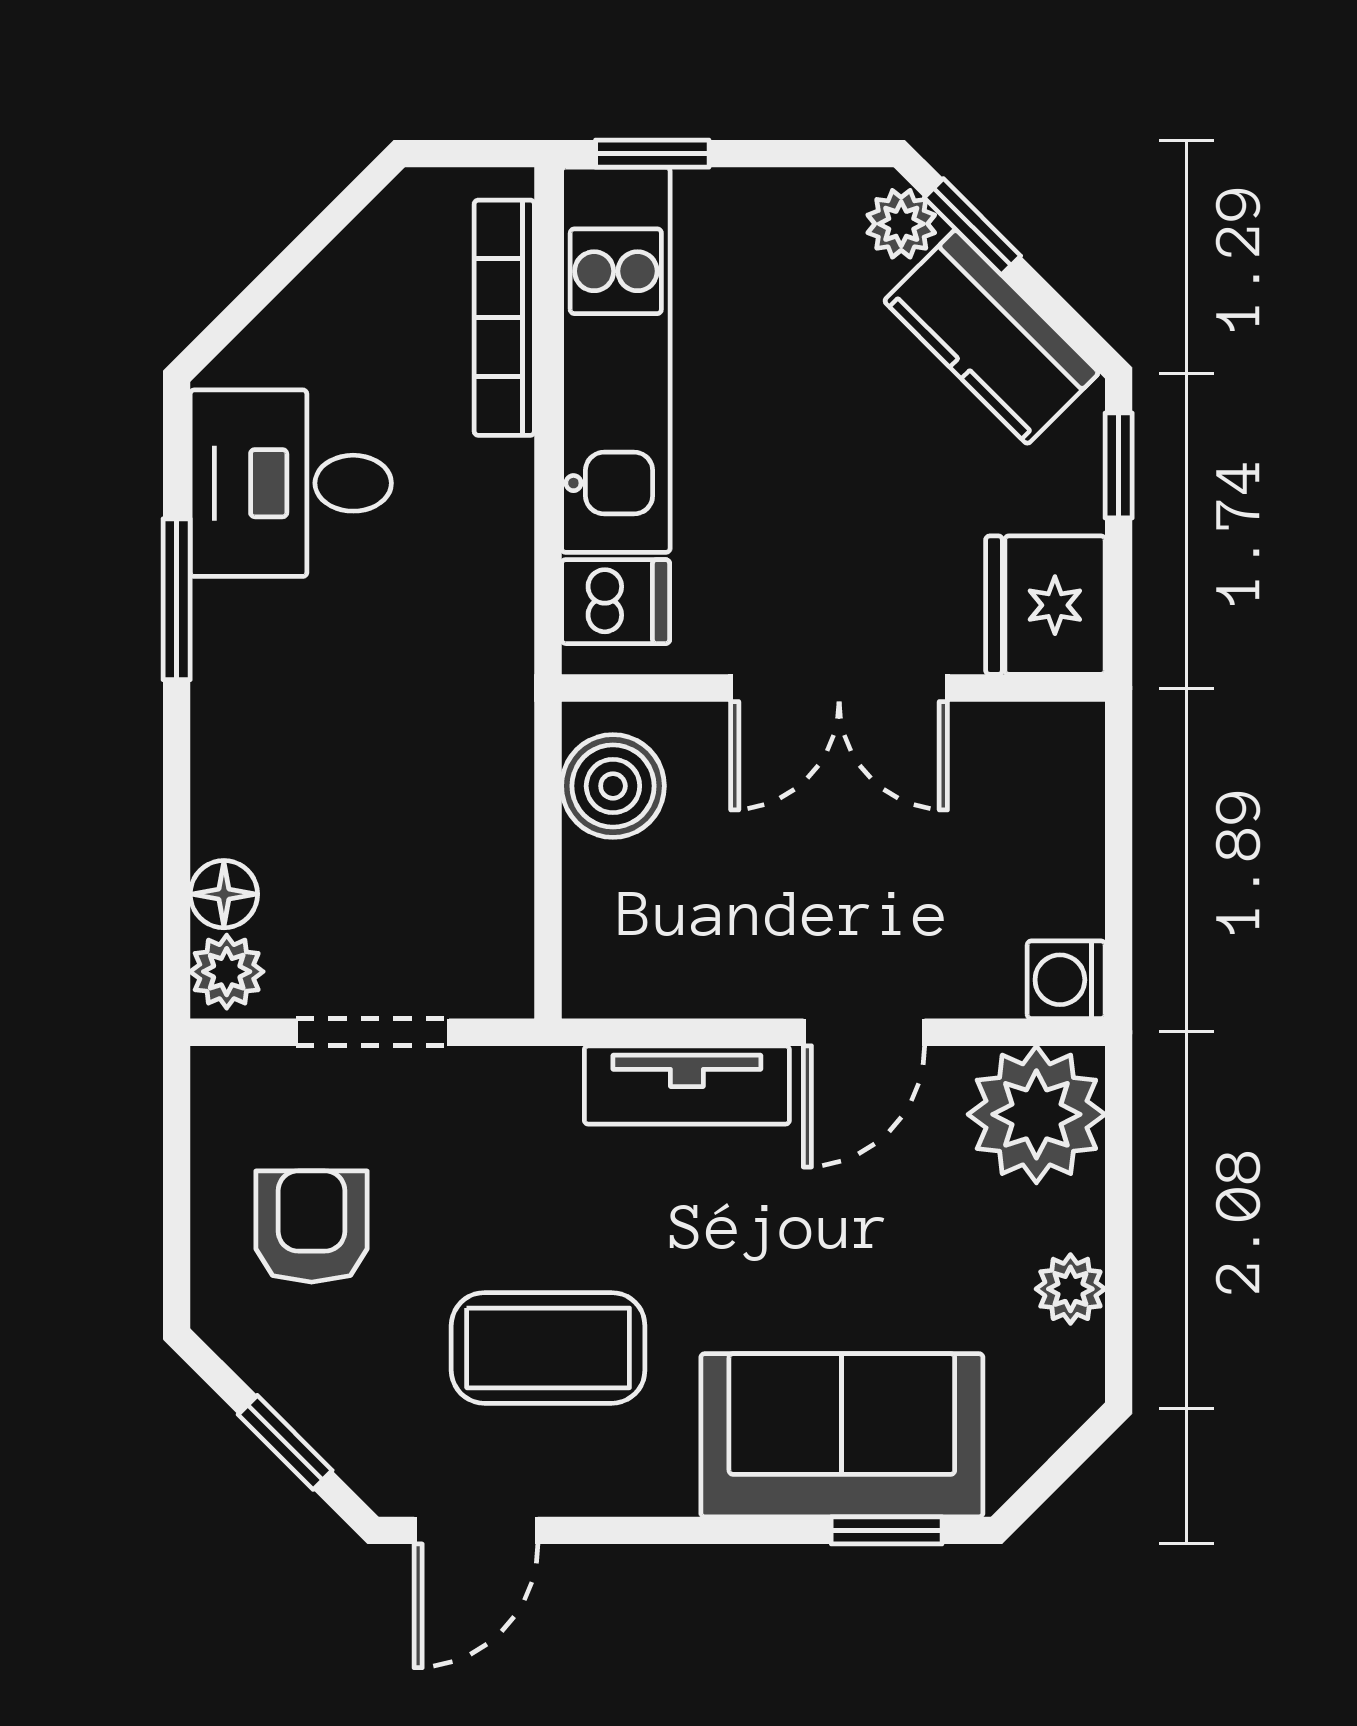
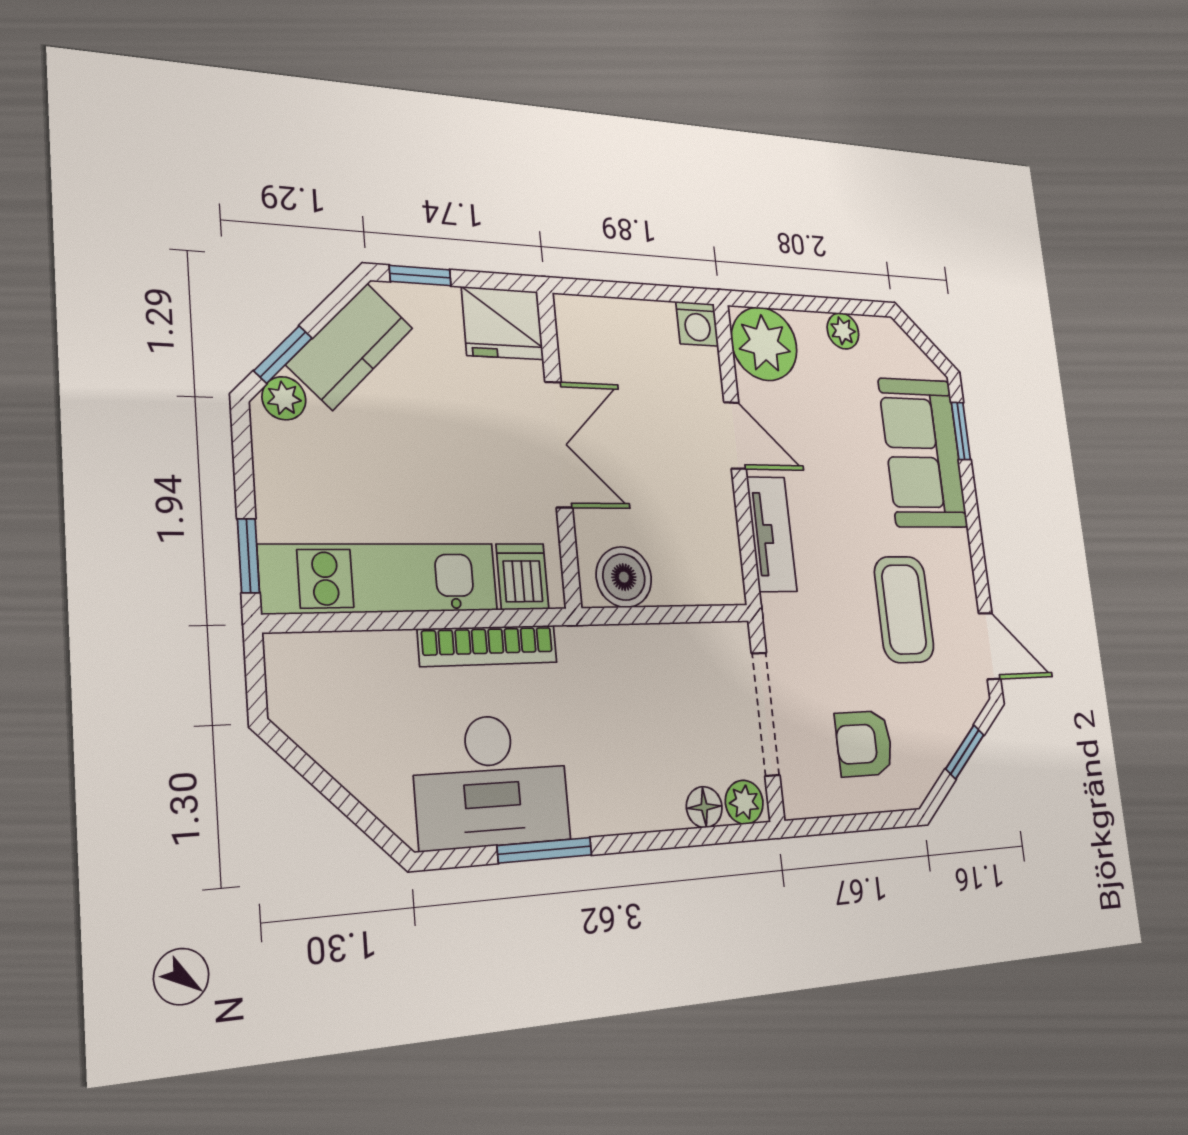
bookcase: (504, 318) -> (488, 646), moved
desk: (291, 483) -> (491, 781), width x1.37
doorway: (373, 1032) -> (766, 714), width x1.38

